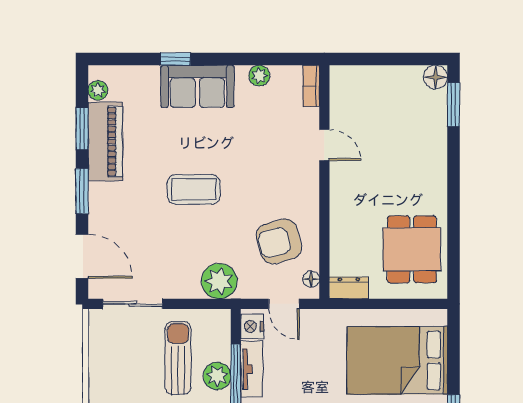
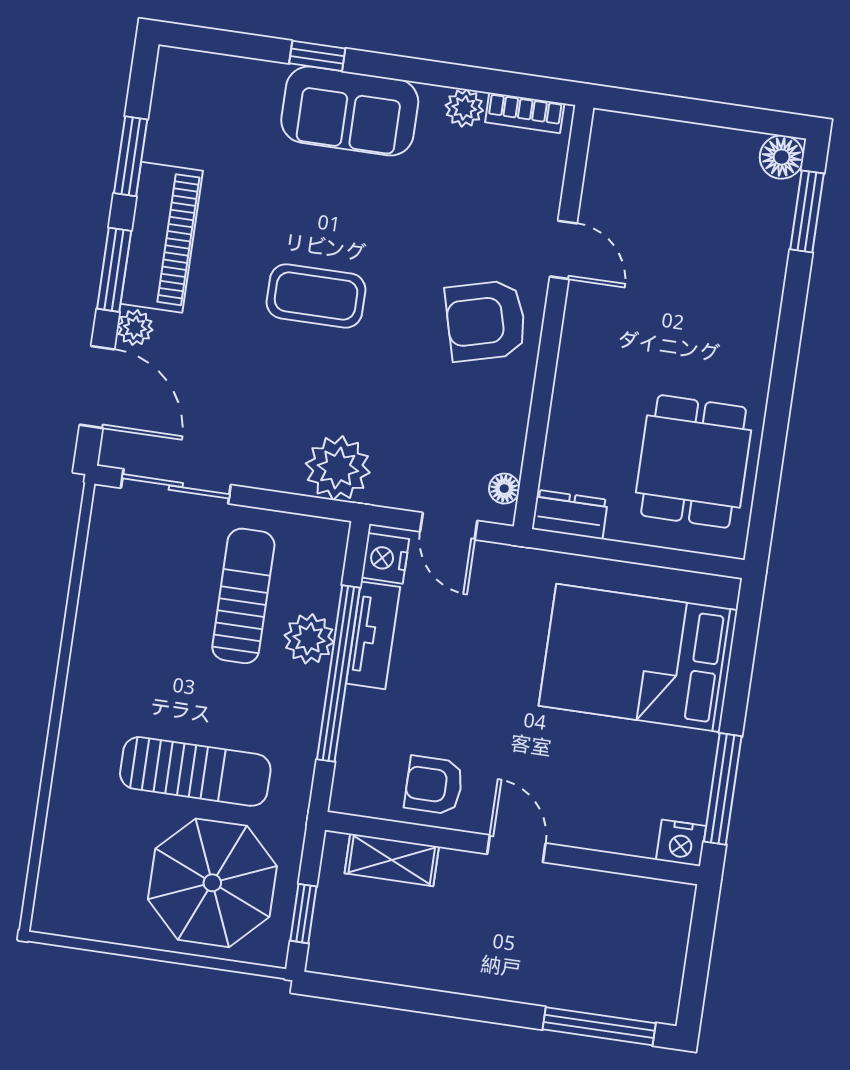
bookcase: (311, 86) -> (525, 113), moved, turned -90
plant: (98, 90) -> (135, 328), moved
piano: (105, 142) -> (162, 237), moved
armchair: (279, 241) -> (486, 321), moved

